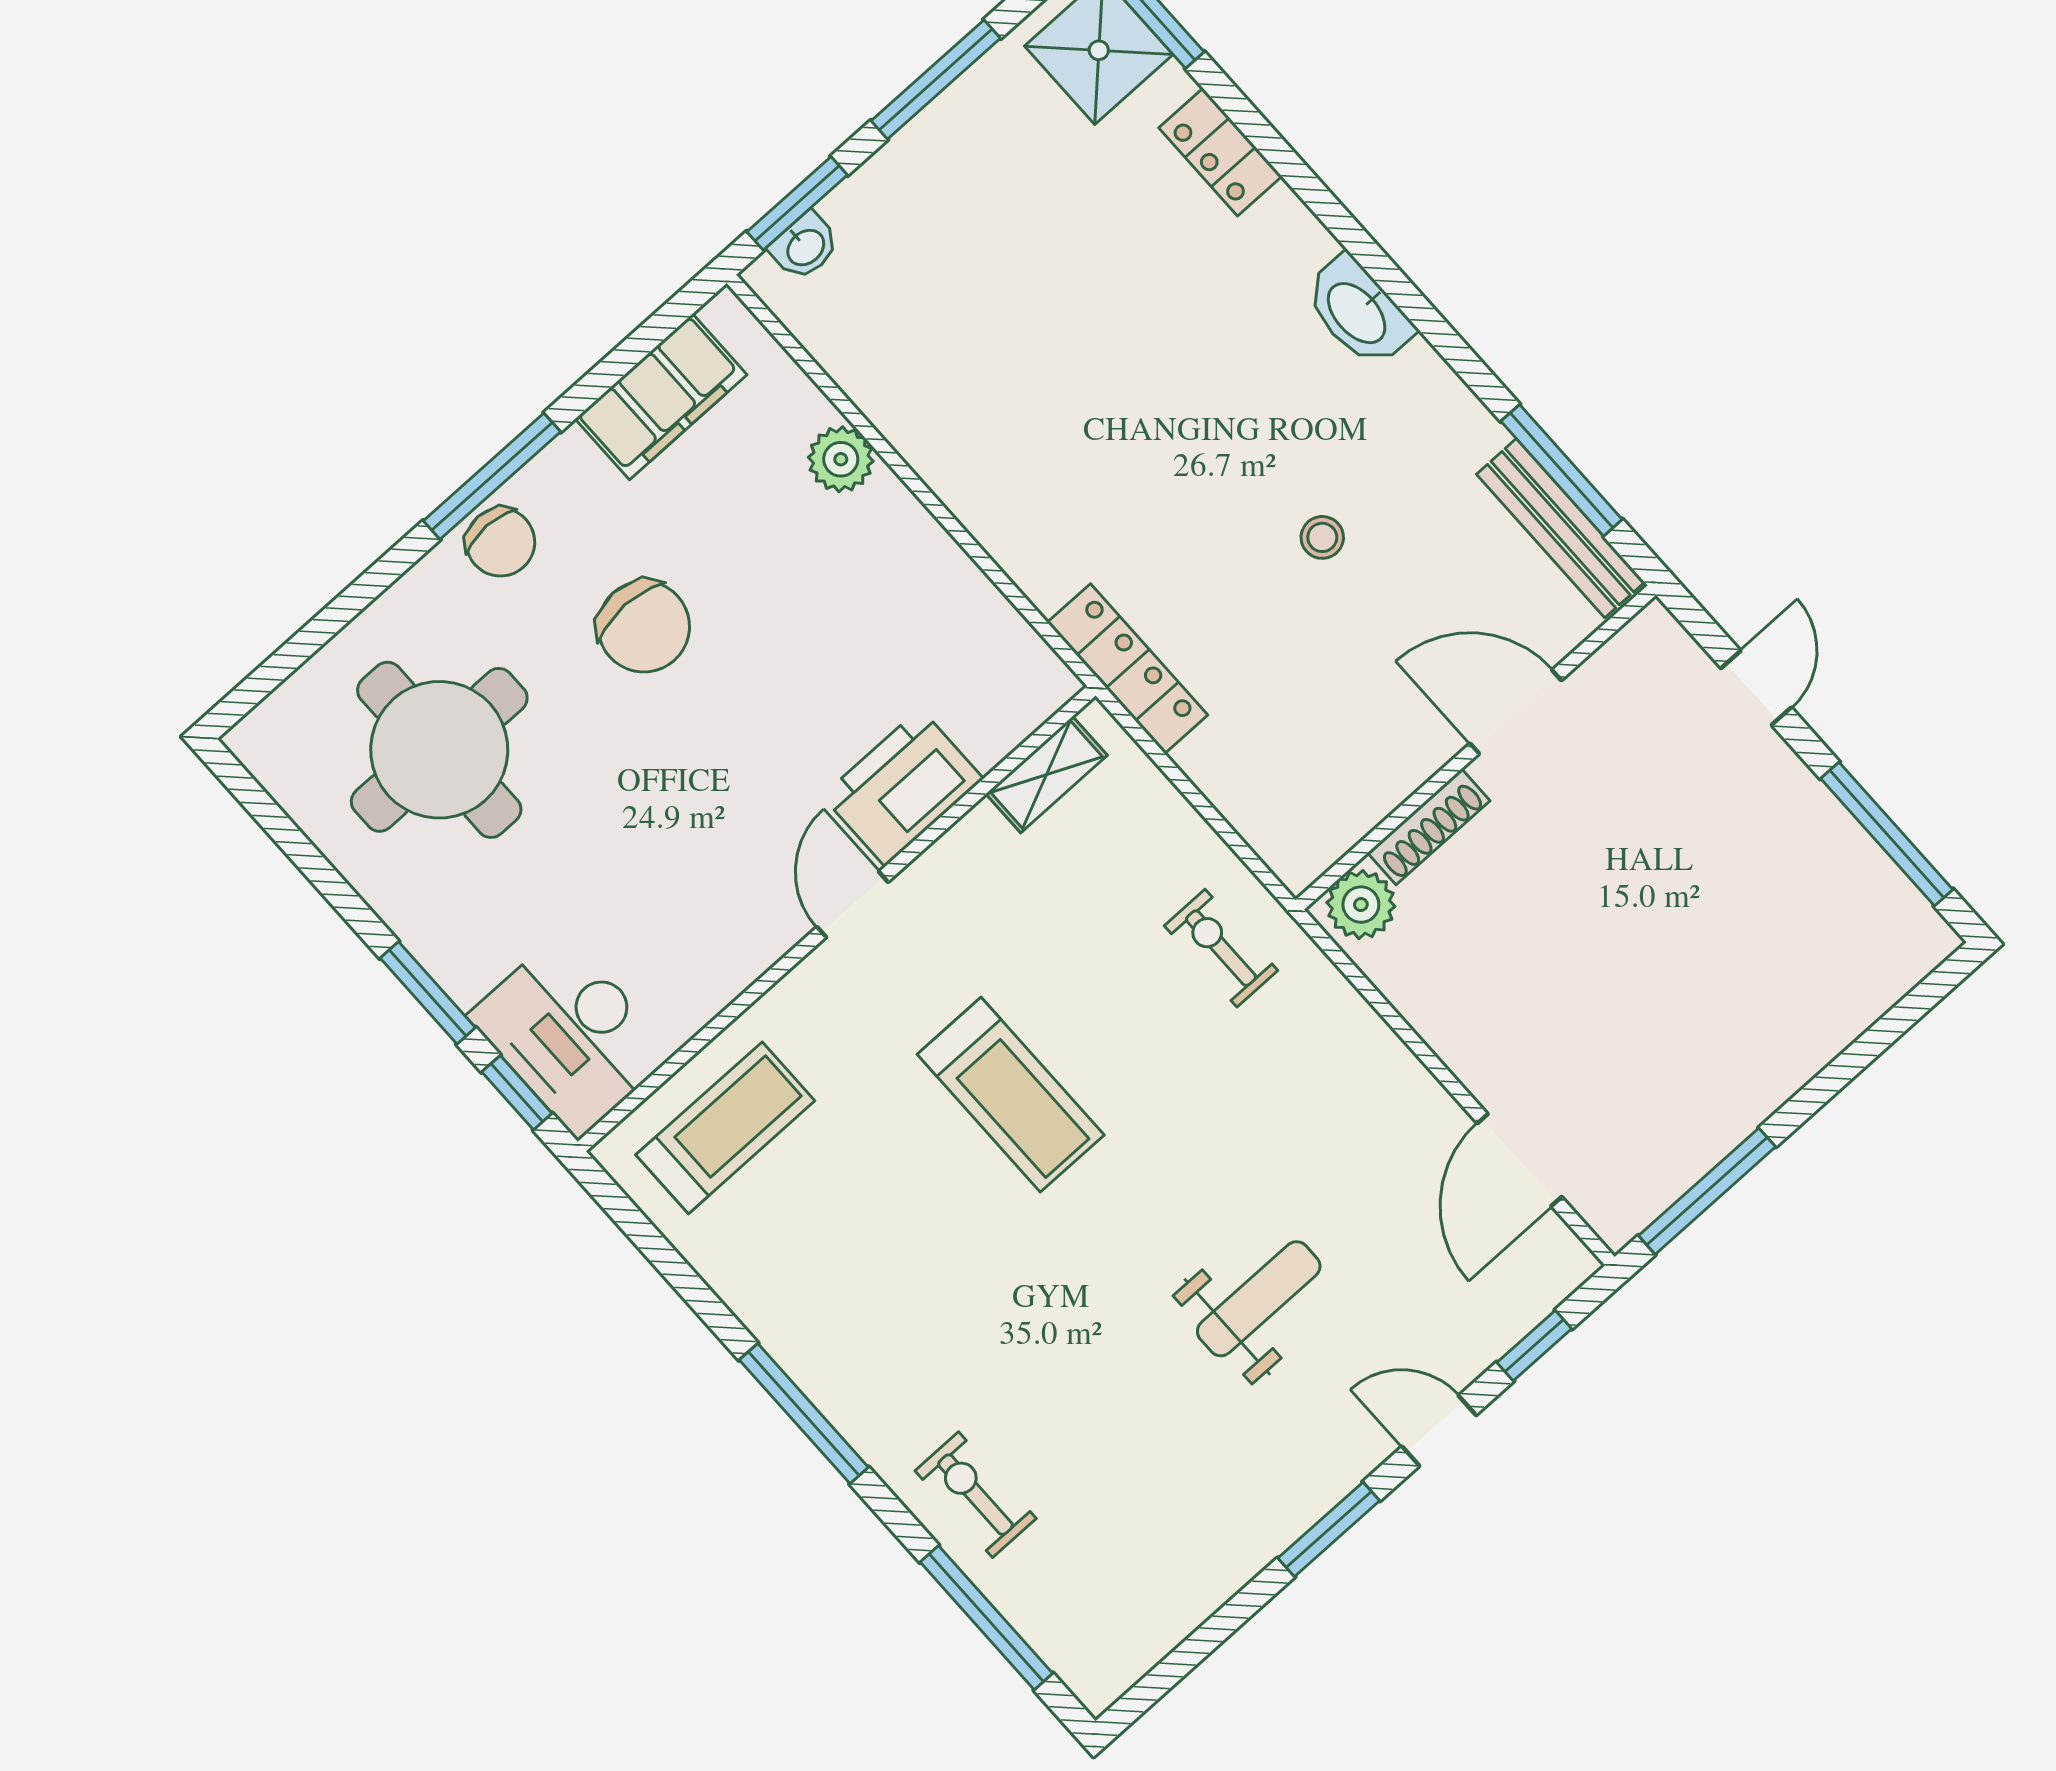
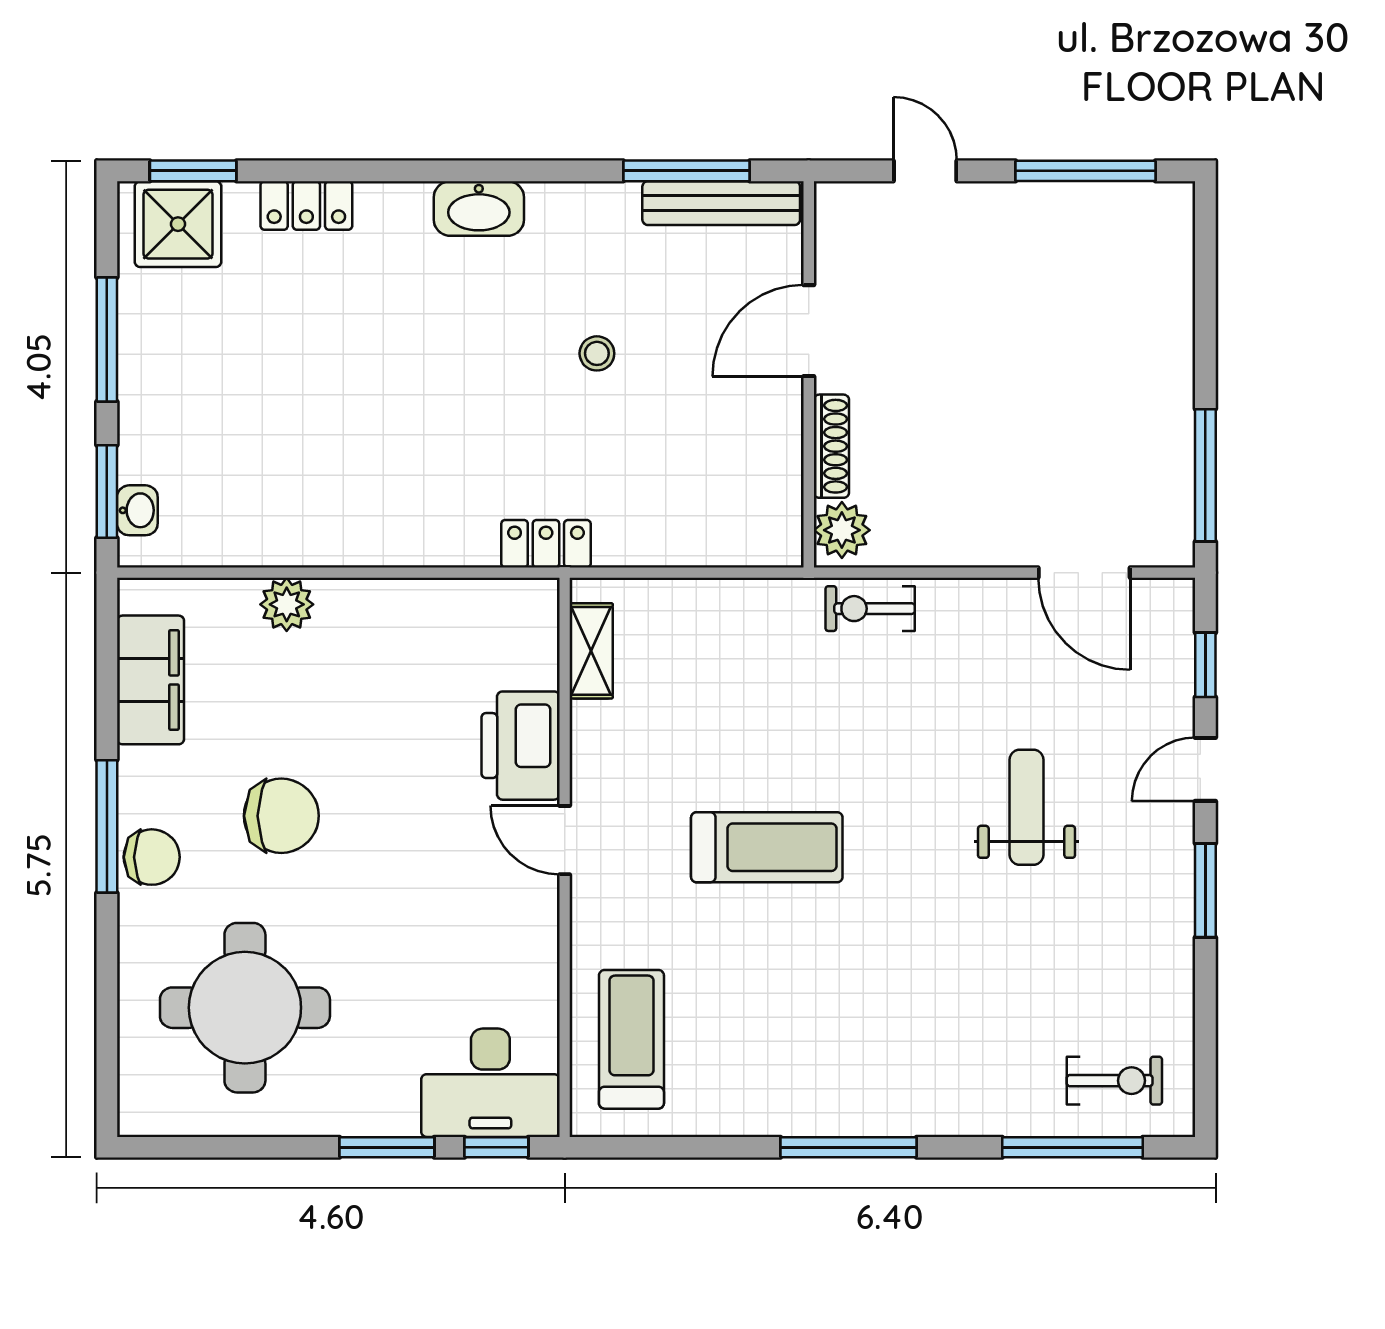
locker: (1128, 669) -> (546, 544), width x0.66
exercise bike: (1221, 948) -> (870, 609), moved
exercise bike: (976, 1495) -> (1114, 1081), moved, turned 180

